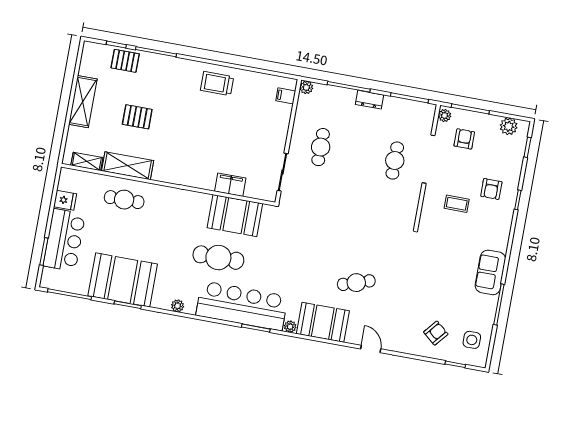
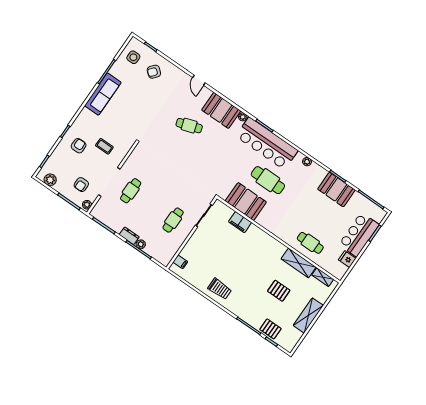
plant: (306, 87) -> (141, 244), moved
sofa: (490, 272) -> (103, 94), width x1.36
booth: (123, 280) -> (336, 190), width x0.73, depth x0.70

